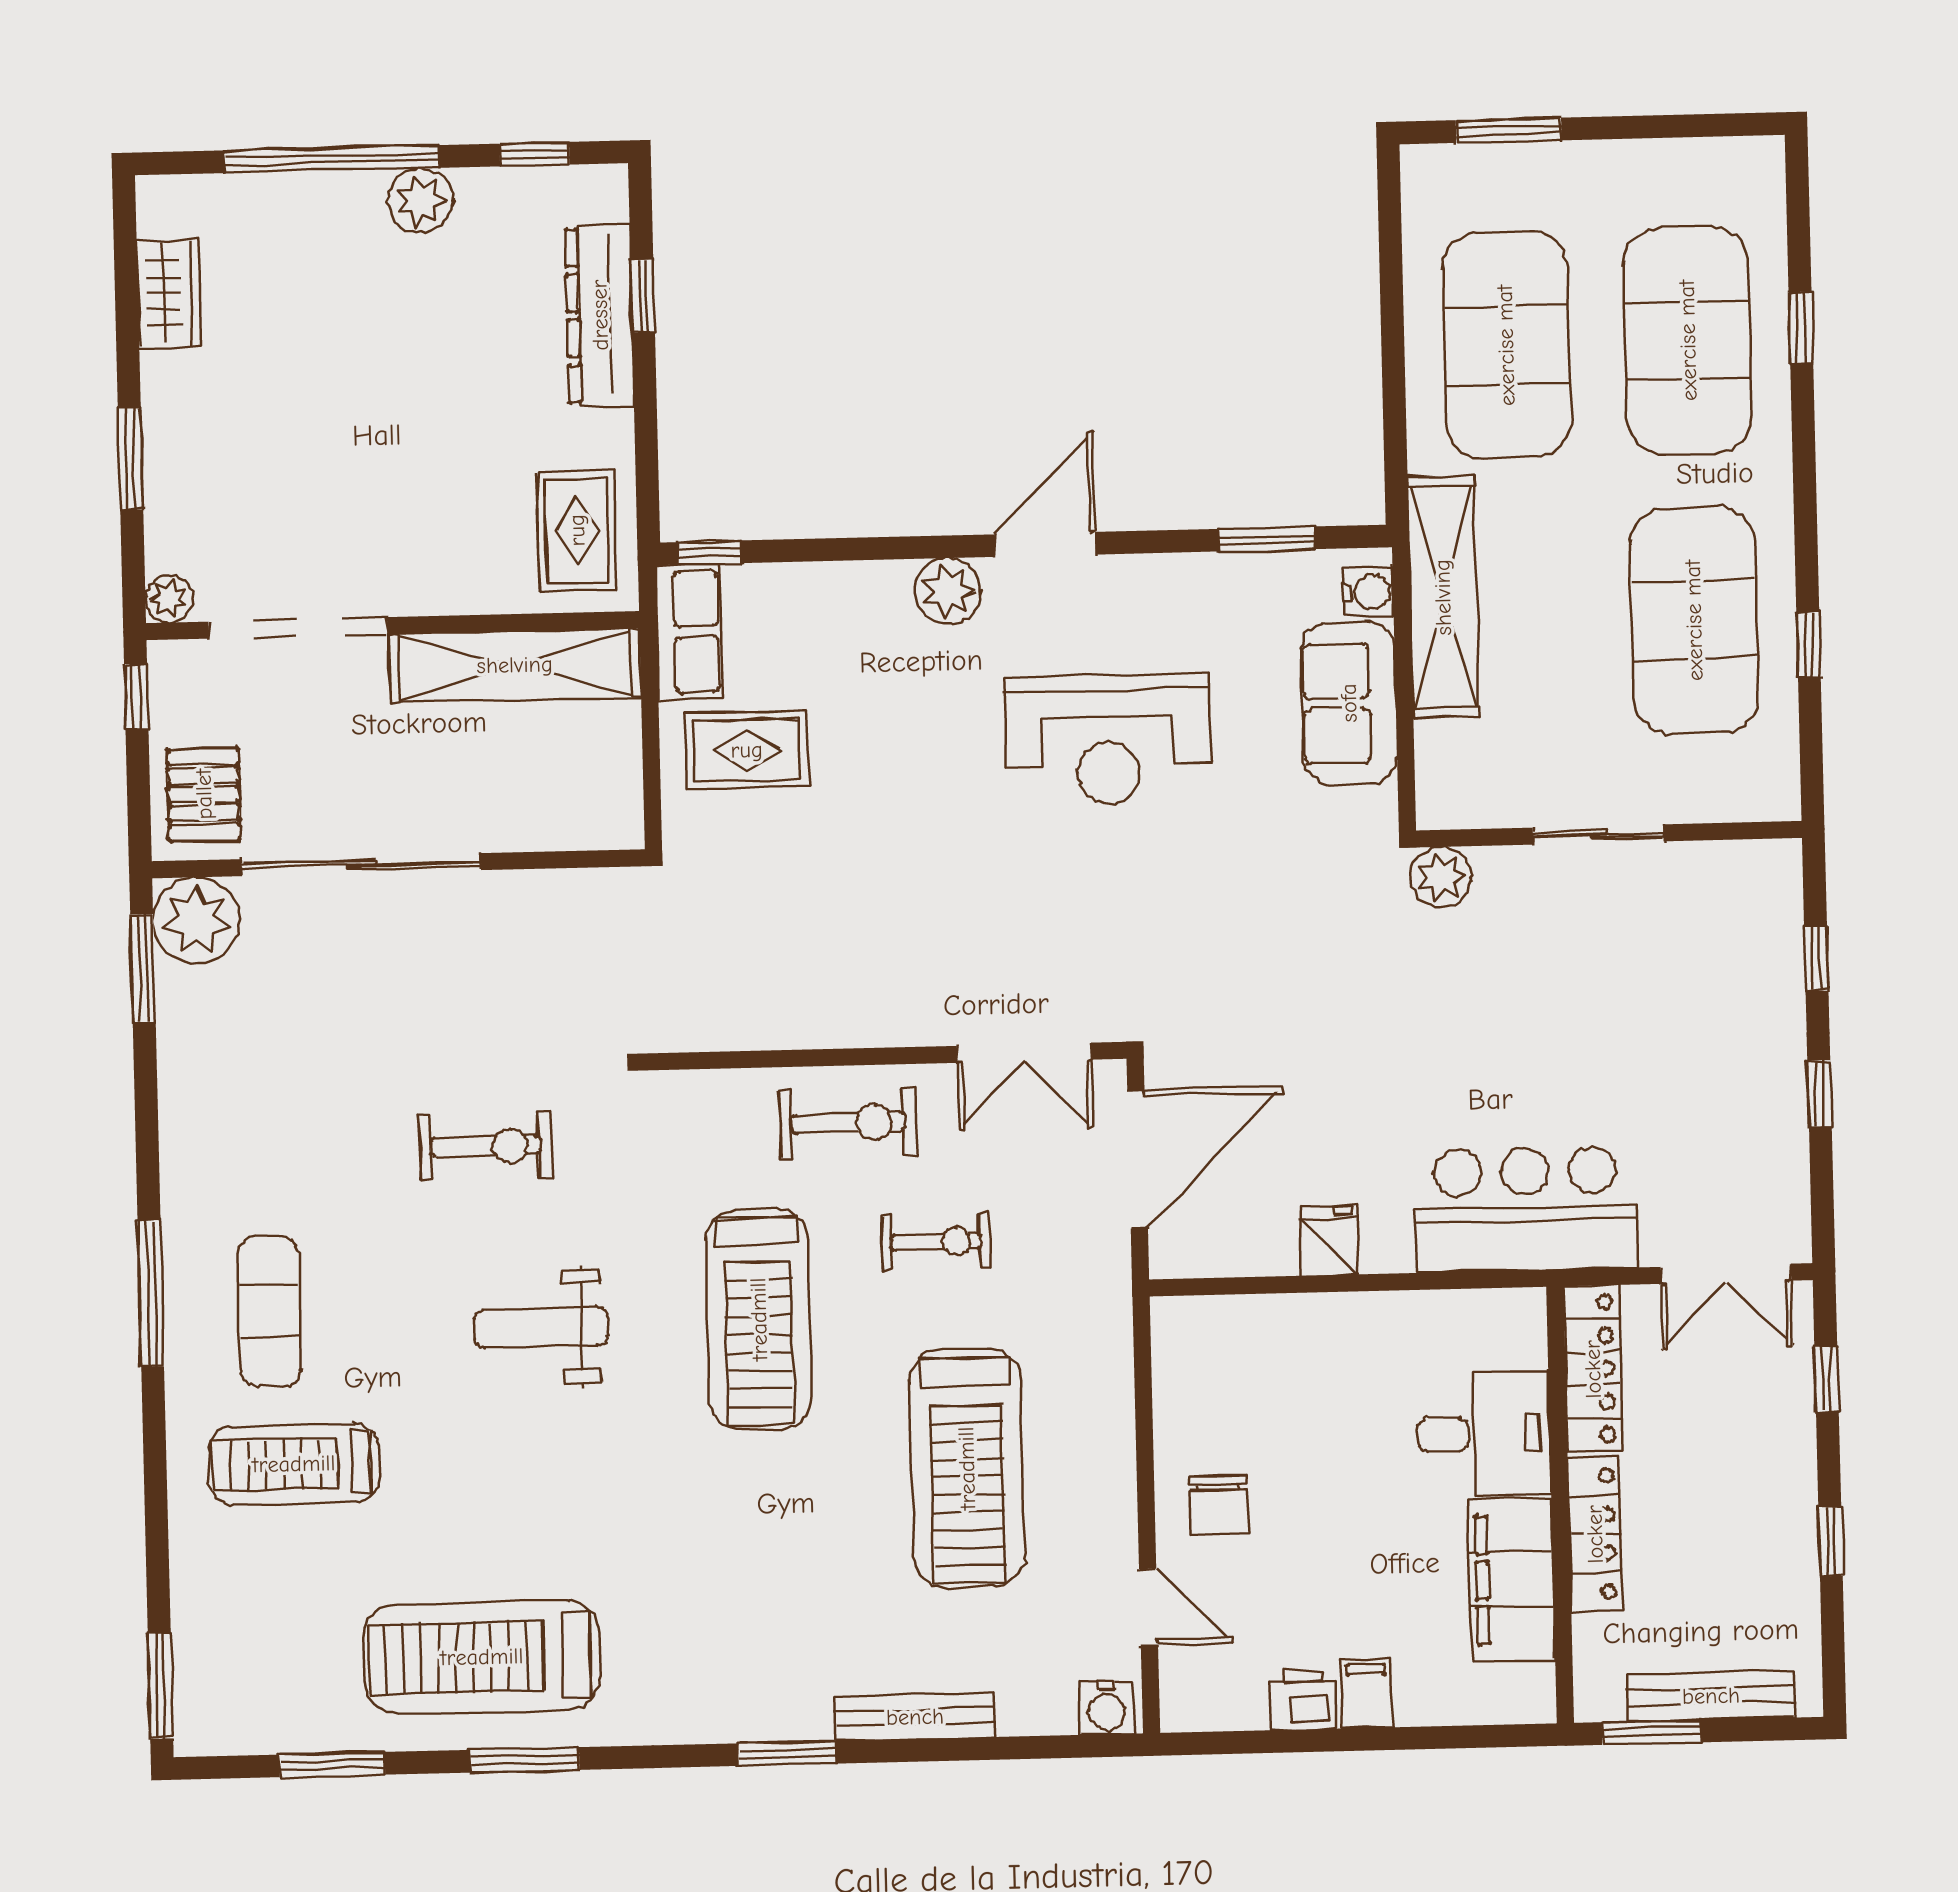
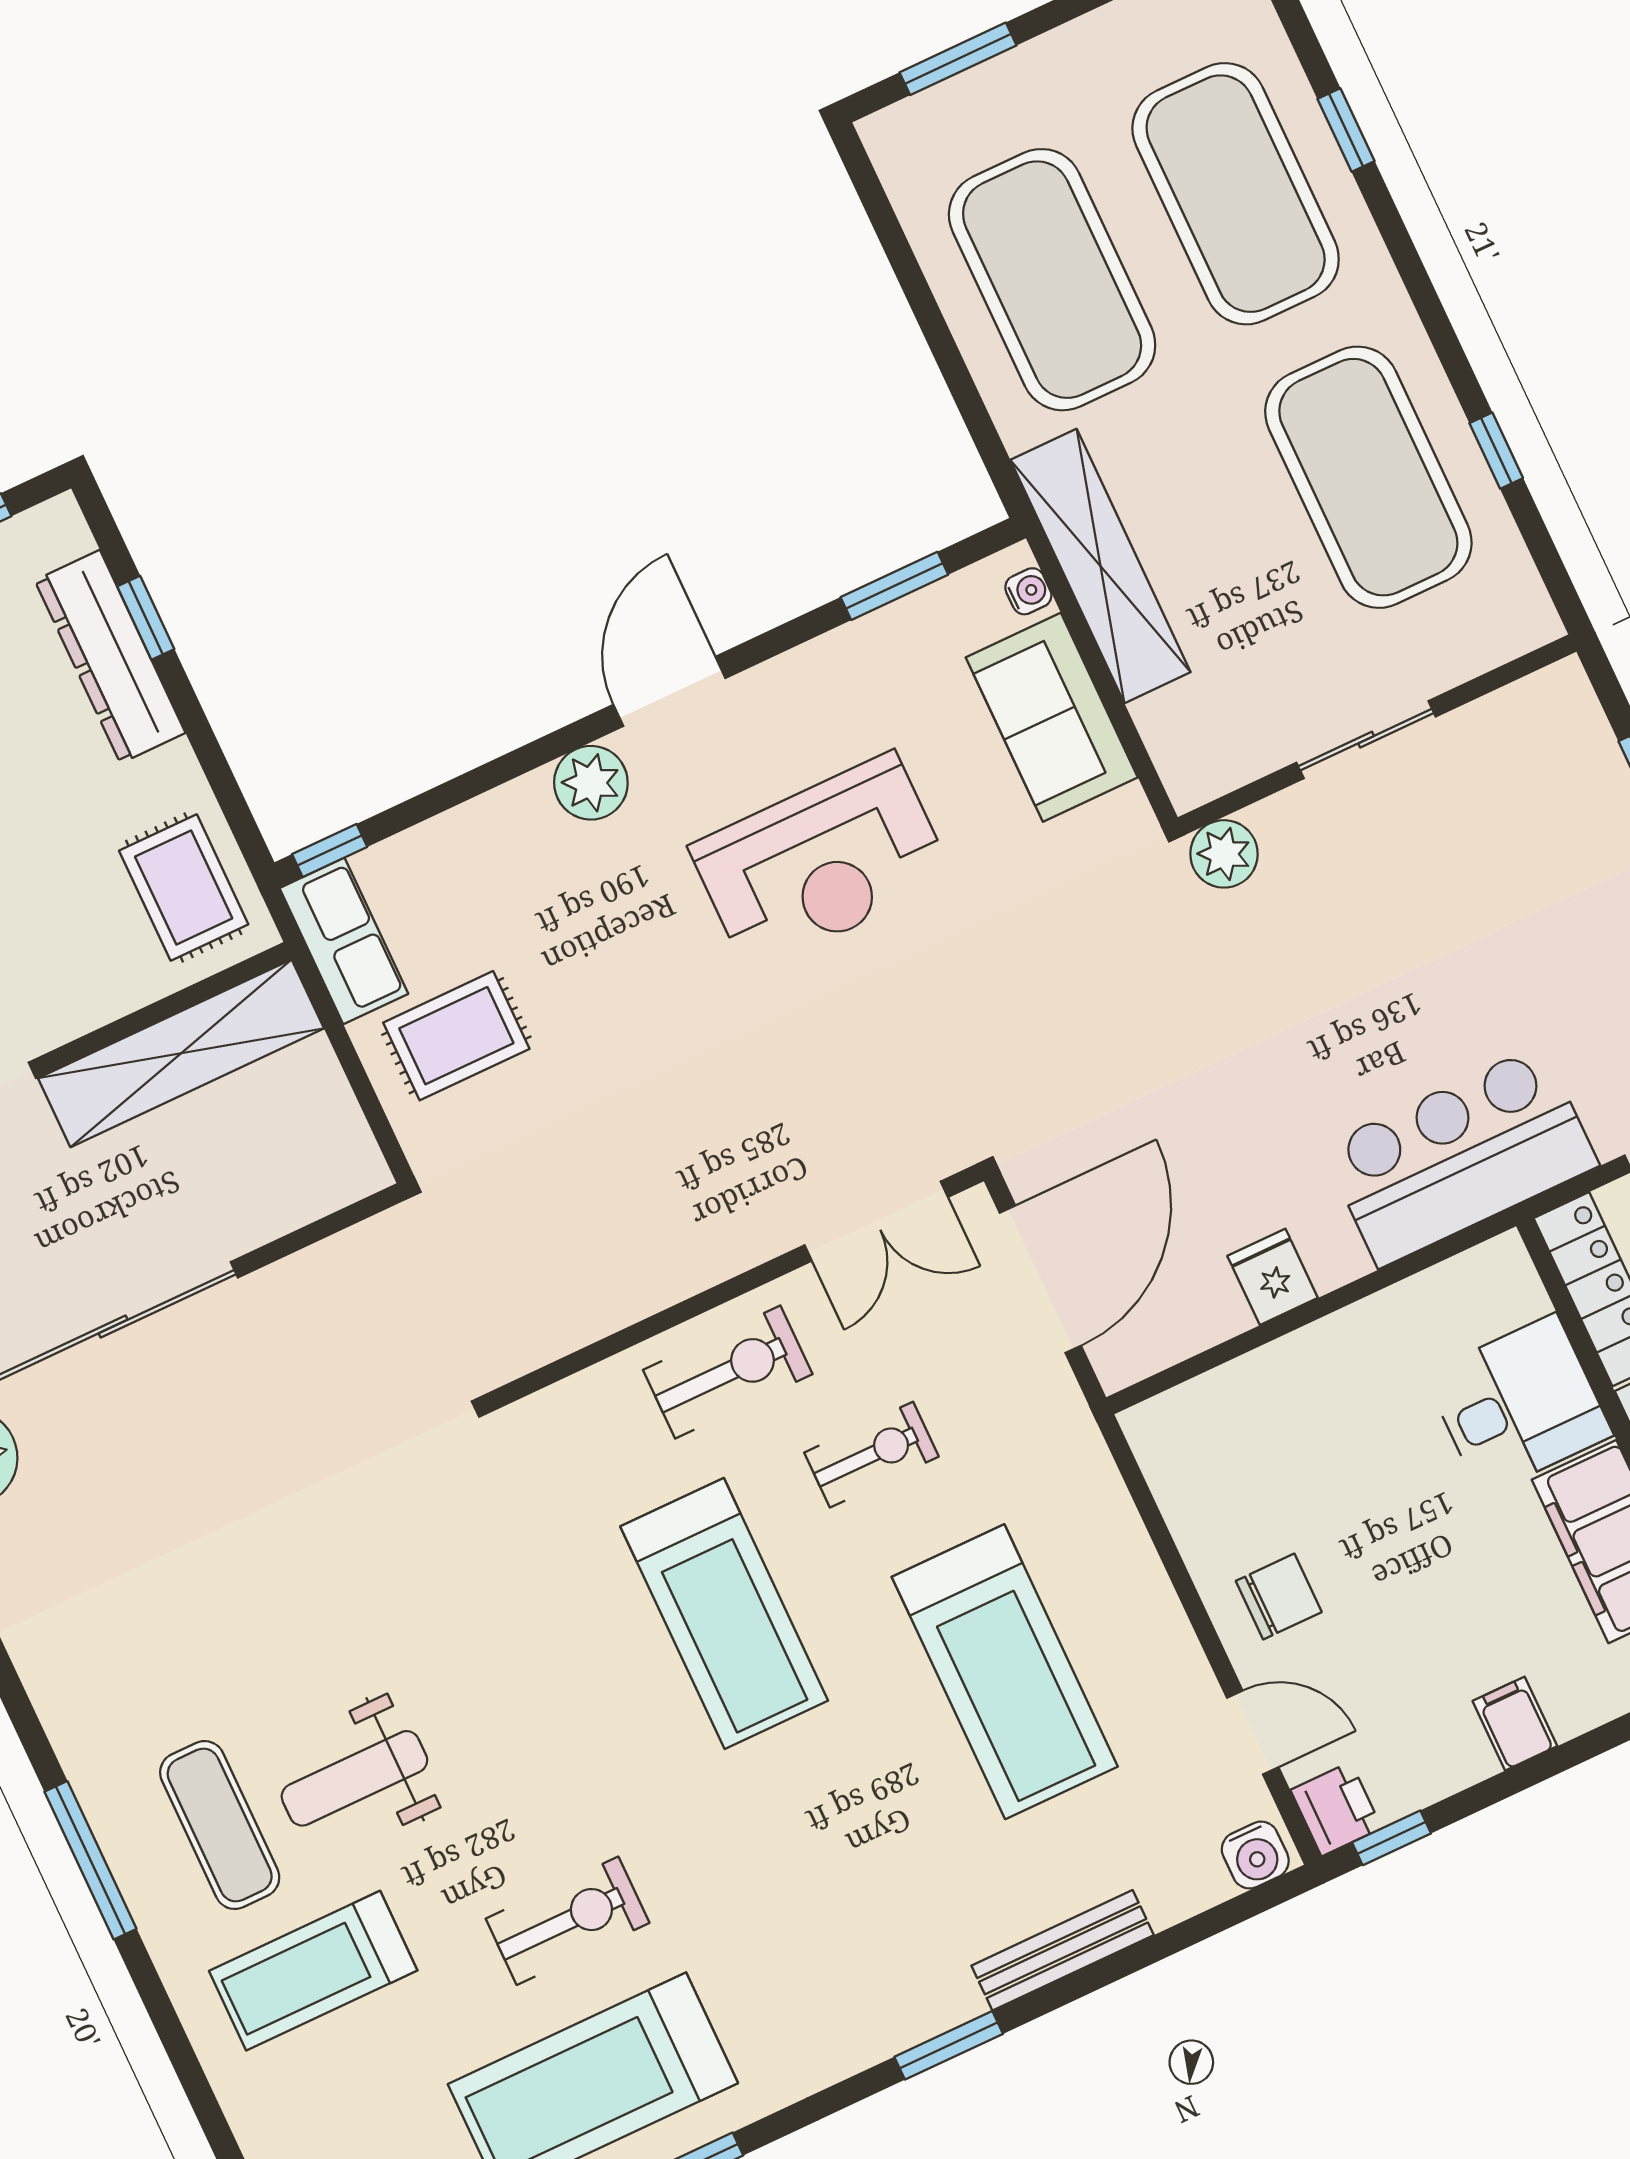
water cooler: (1368, 592) -> (1028, 591), width x0.72, depth x0.72
exercise bike: (486, 1146) -> (568, 1921), moved
weight bench: (541, 1327) -> (354, 1778), moved
chair: (1219, 1505) -> (1279, 1597), turned -90
printer: (1303, 1700) -> (1336, 1809), moved, turned 90
window: (1224, 1743) -> (1392, 1838), added

